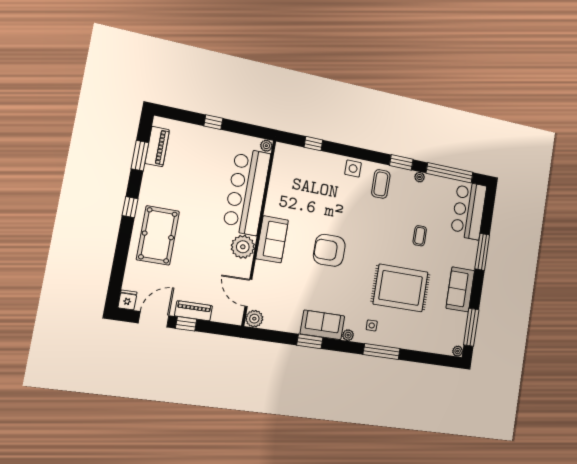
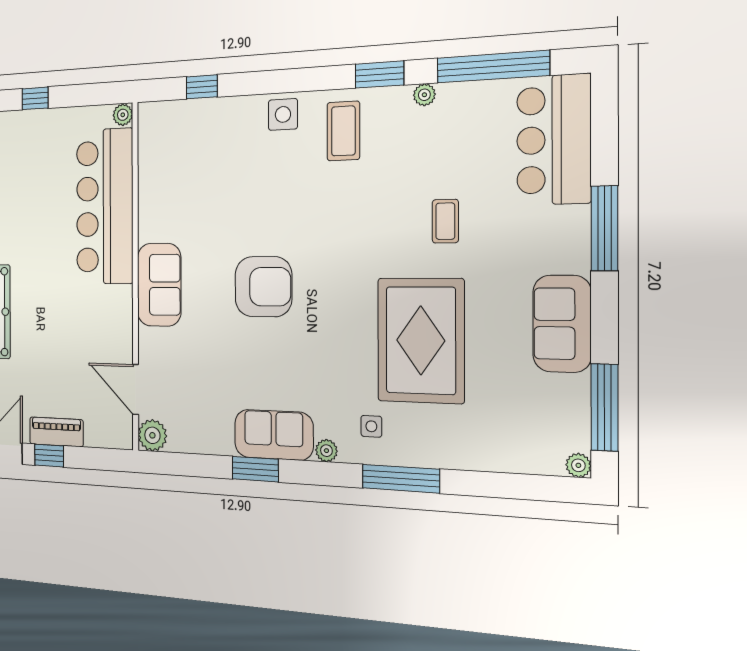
plant: (243, 247) -> (114, 307), removed
armchair: (329, 250) -> (263, 287), turned 180
rug: (401, 288) -> (421, 340), turned 90

